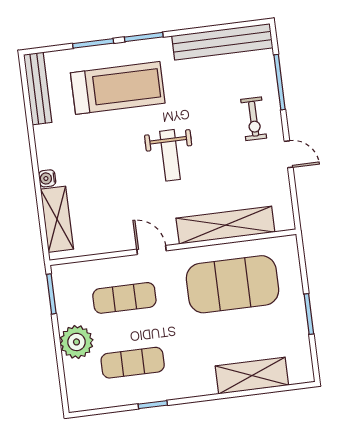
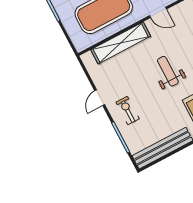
door: (289, 154) -> (100, 98), hinge flipped

